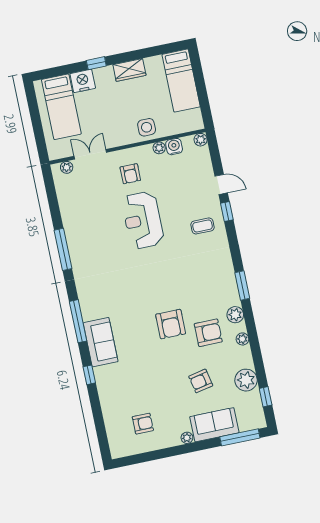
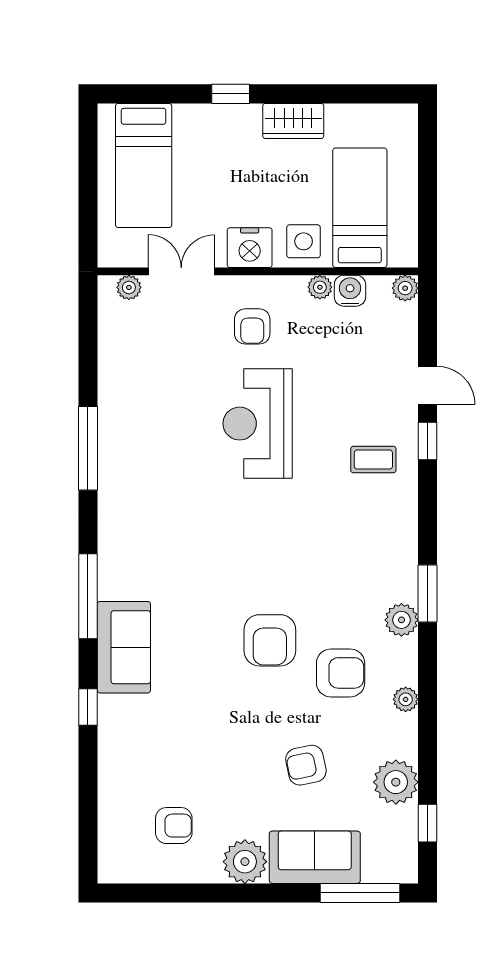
nightstand: (83, 81) -> (250, 248), moved, turned 180
bed: (181, 81) -> (360, 208), moved, turned 180
plant: (235, 315) -> (401, 620), moved
plant: (187, 438) -> (245, 862), width x1.88, depth x1.88

